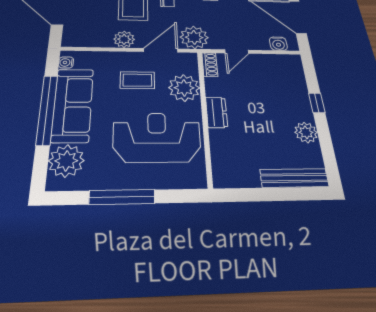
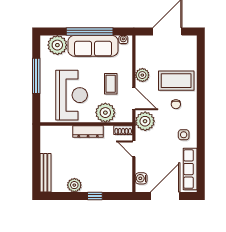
dresser: (217, 112) -> (88, 132), width x1.44

